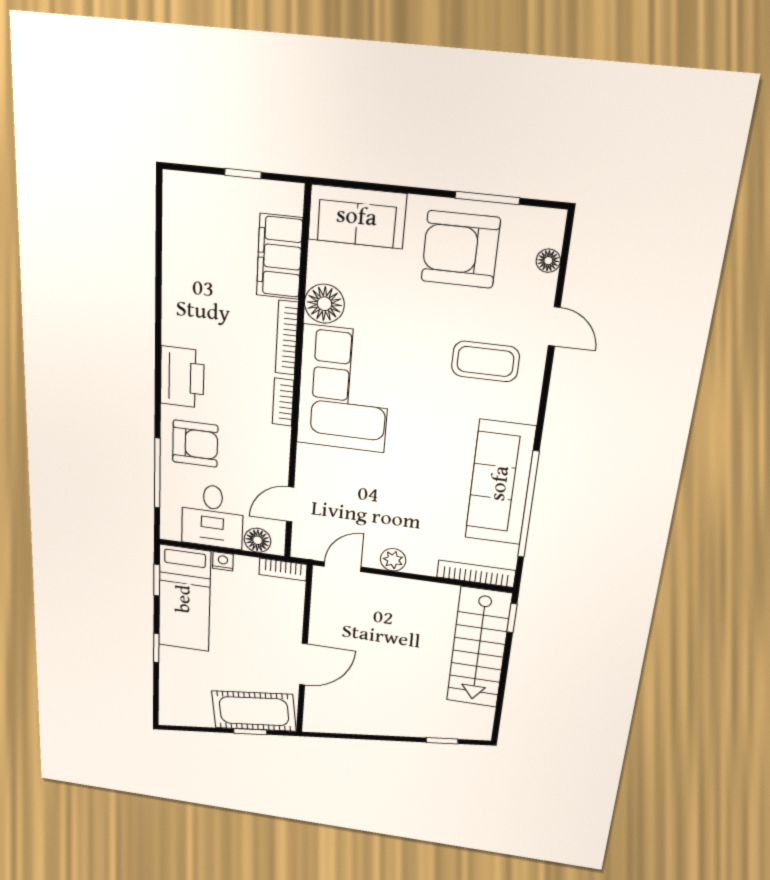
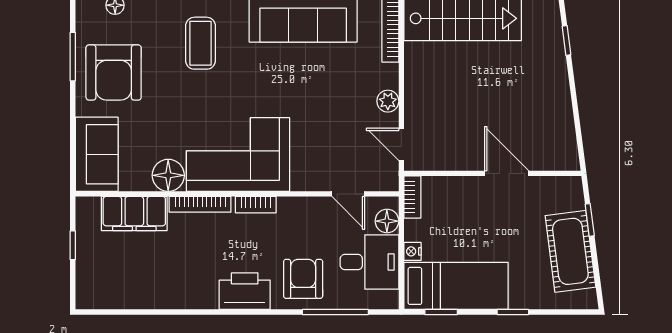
cot: (254, 711) -> (570, 251), moved

